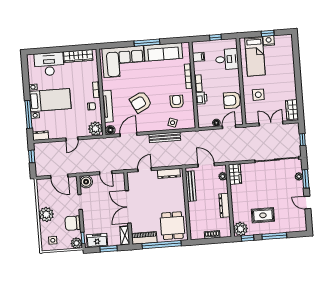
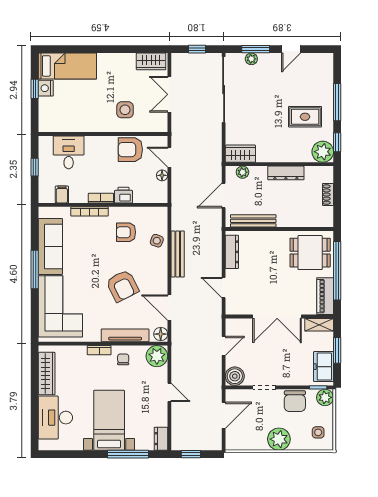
bed: (255, 56) -> (67, 66), moved
armchair: (232, 100) -> (130, 150), turned 90
rug: (263, 215) -> (305, 117), turned 90

